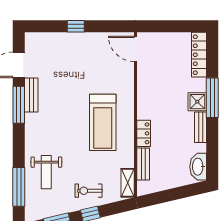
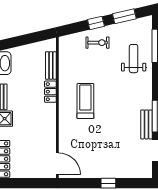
treadmill: (103, 122) -> (85, 101), width x0.73, depth x0.73
shelving: (128, 183) -> (64, 49), removed

